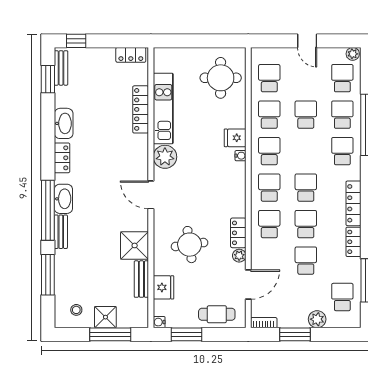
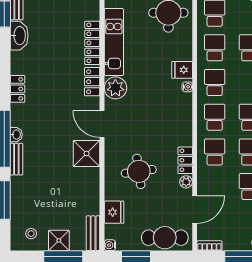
washbasin: (64, 123) -> (19, 36), moved
locker: (140, 150) -> (92, 82), added
washbasin: (63, 199) -> (16, 135), width x0.52, depth x0.69
shower: (135, 245) -> (87, 153), moved
bench: (141, 279) -> (93, 233), moved
cafe table: (217, 314) -> (165, 238), width x1.37, depth x1.35

